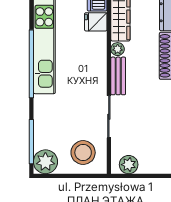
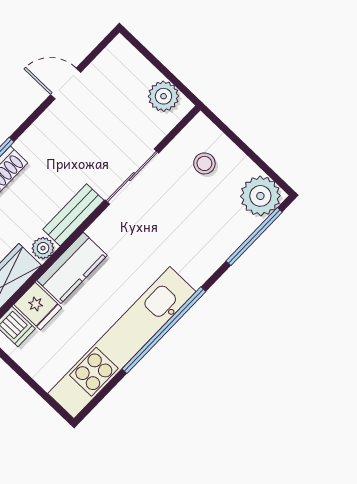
kitchen counter: (97, 53) -> (72, 268), added
stool: (83, 153) -> (204, 163), width x0.53, depth x0.53

